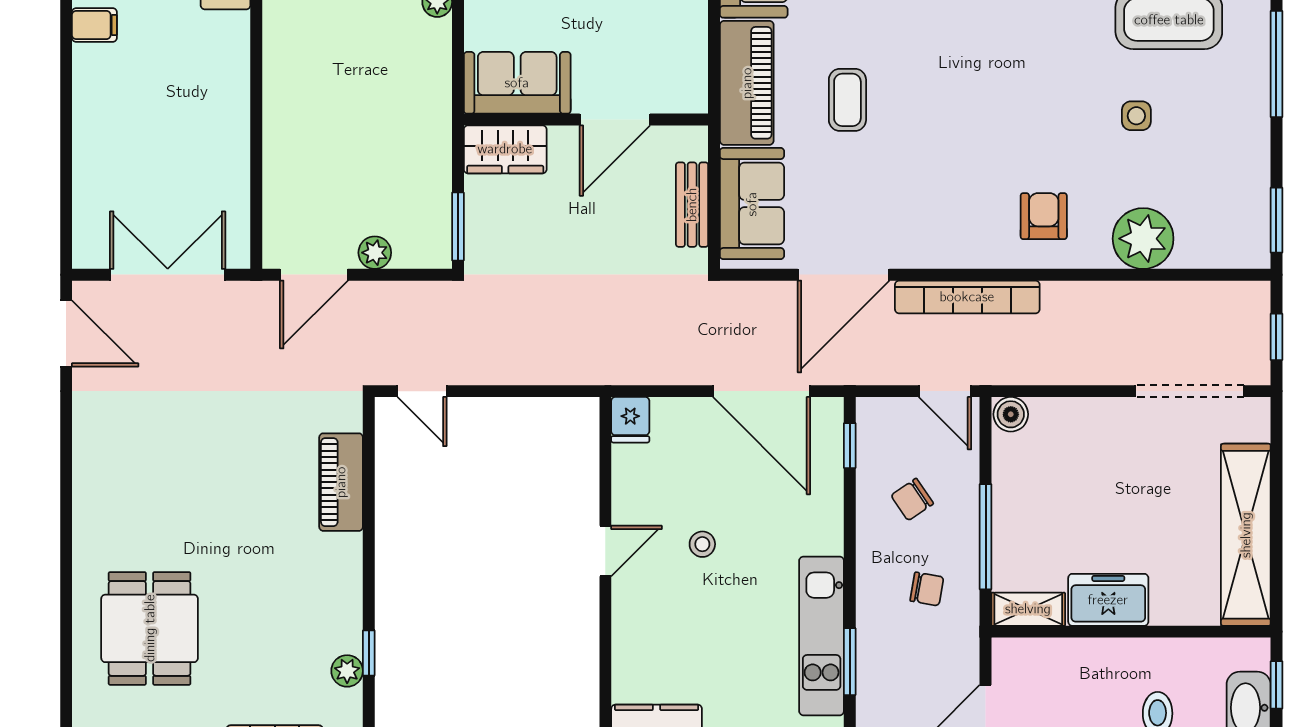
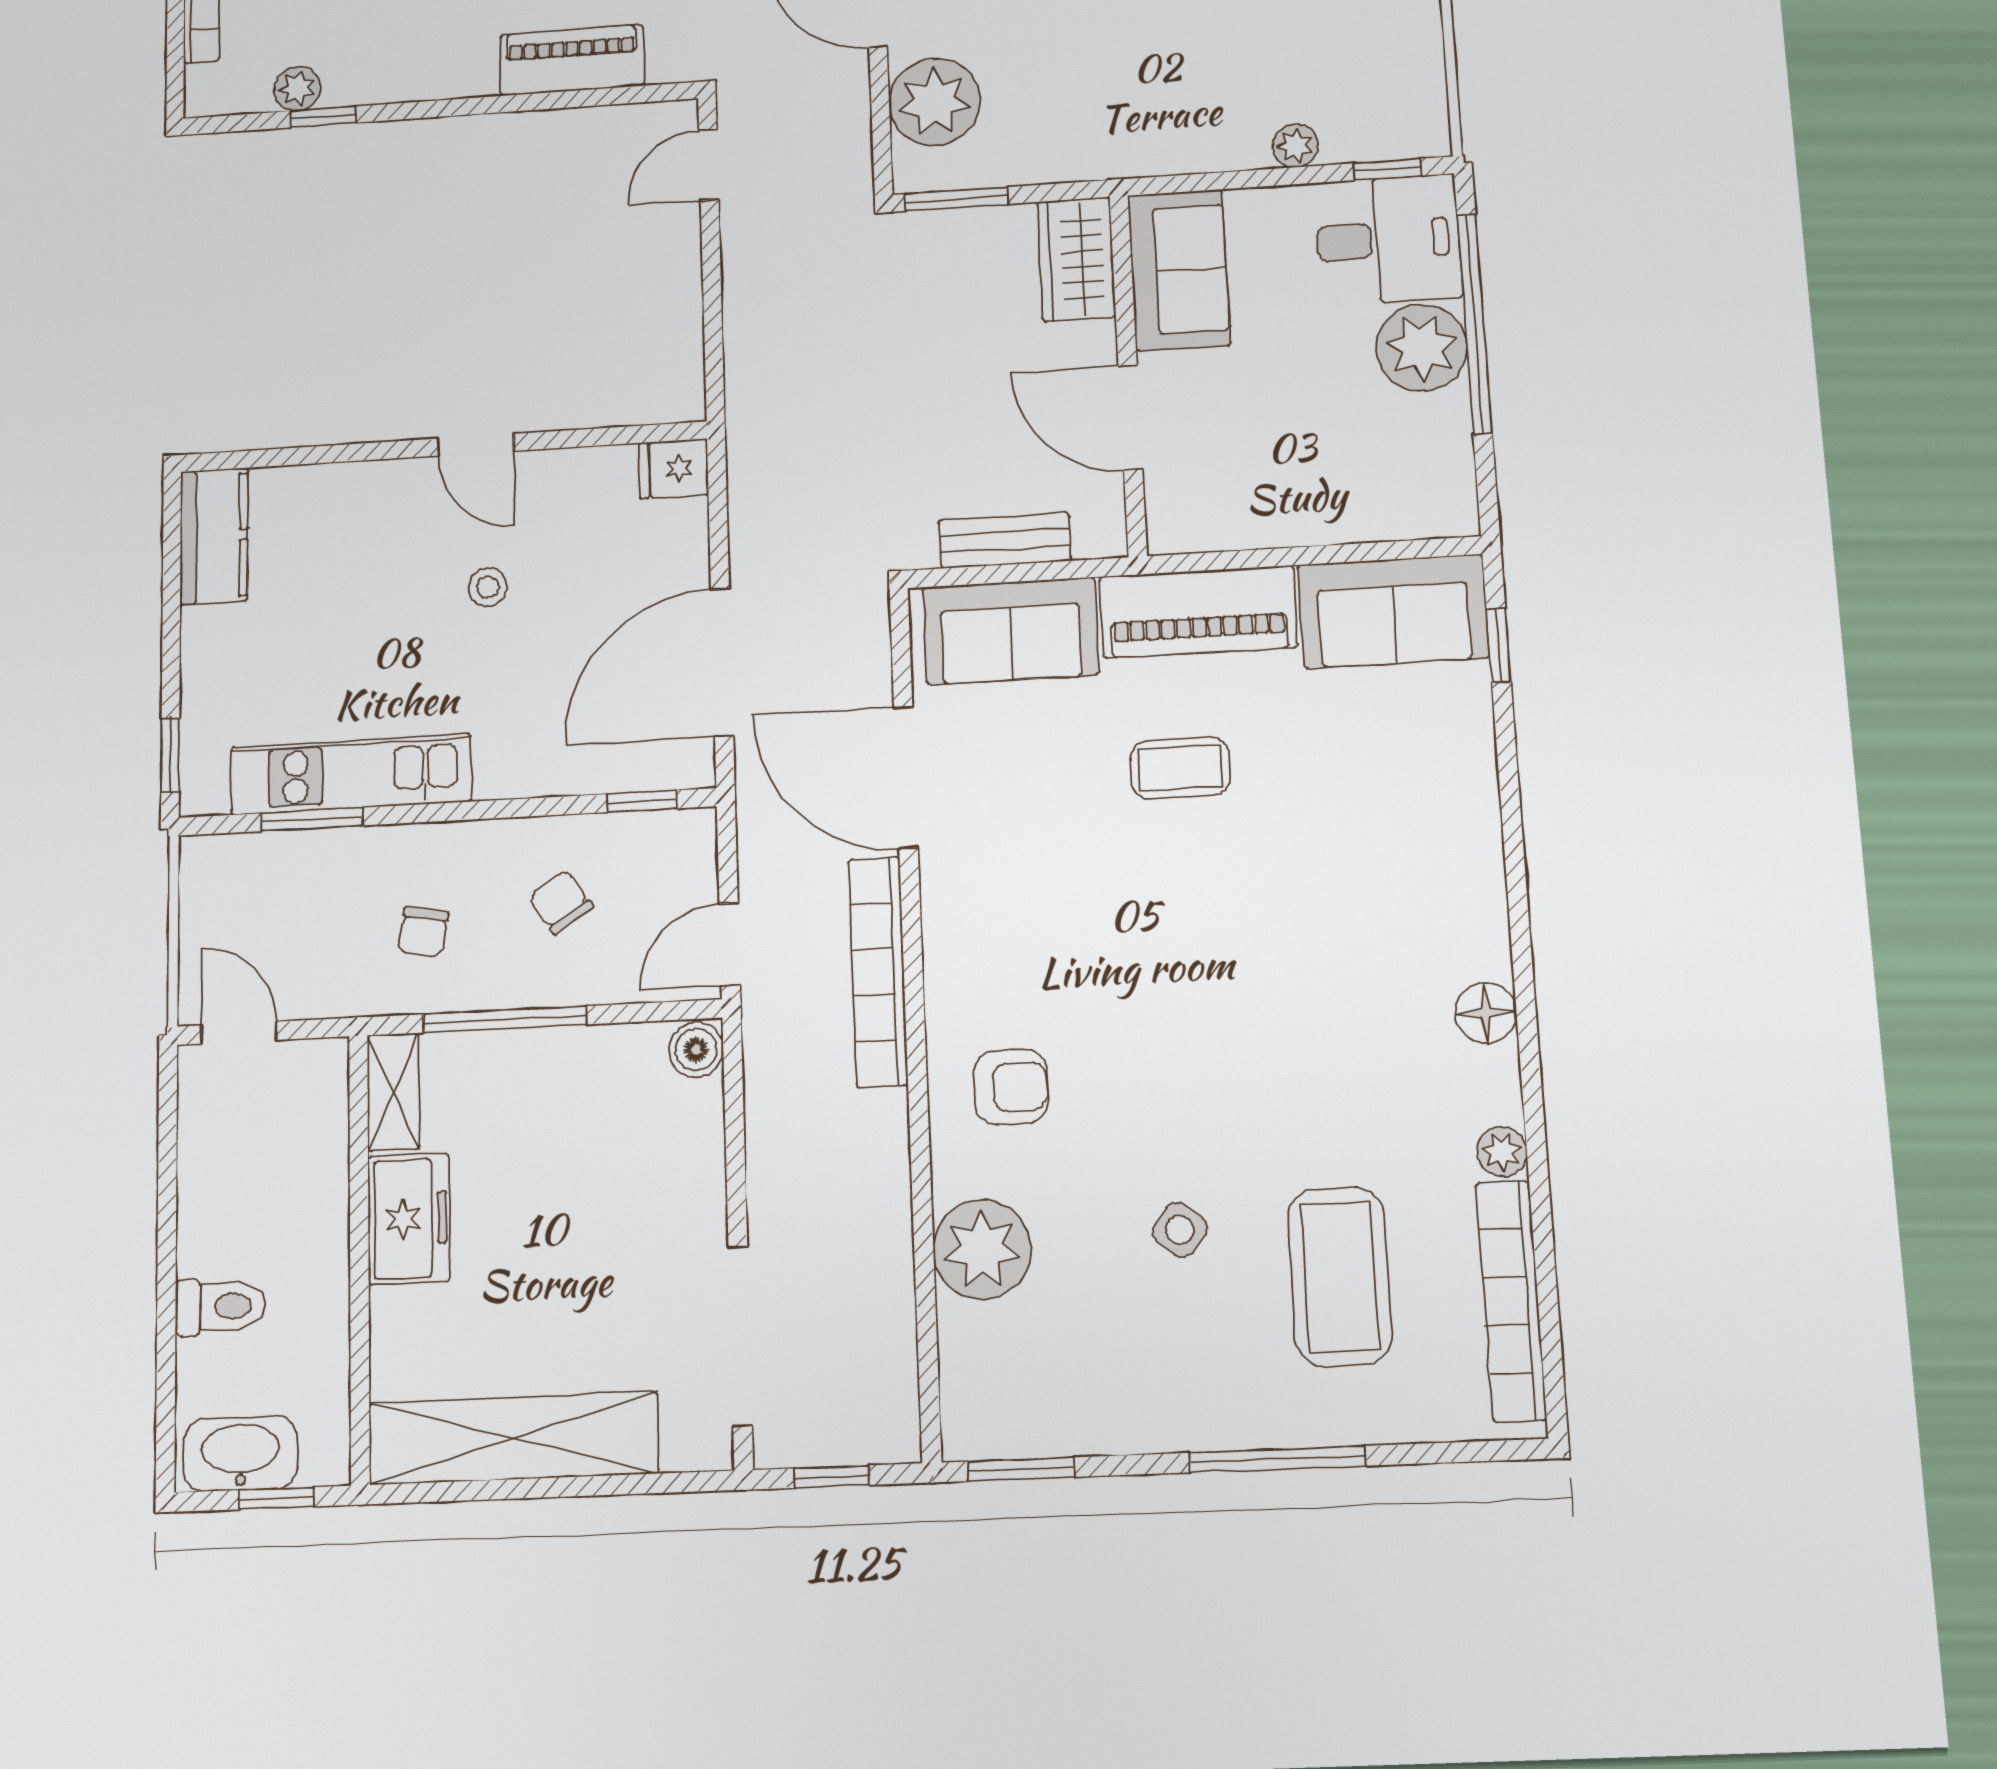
side table: (1136, 116) -> (1180, 1230), turned 38
plant: (375, 253) -> (935, 102), width x1.88, depth x1.88

